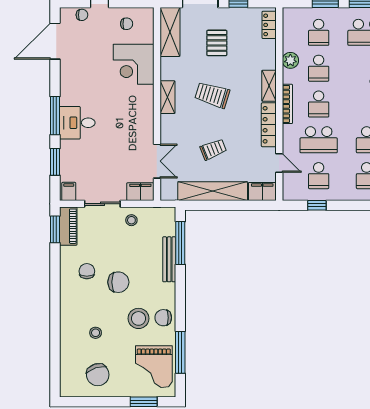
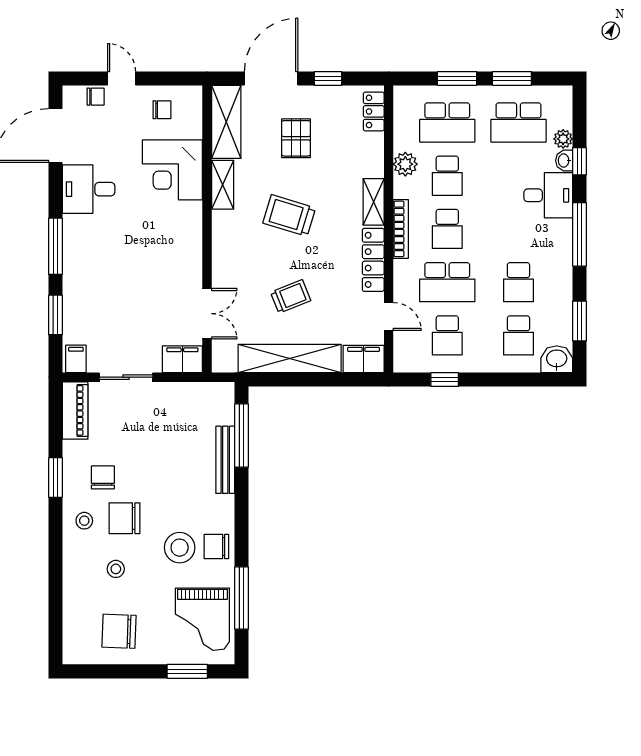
school desk: (319, 32) -> (447, 123), width x1.85
shelving: (167, 97) -> (223, 185), moved
desk: (77, 123) -> (89, 189), moved
stool: (131, 220) -> (84, 521), moved
window: (55, 229) -> (55, 477), moved
chair: (118, 282) -> (124, 518), moved, turned 180
chair: (98, 375) -> (119, 631), turned 110

